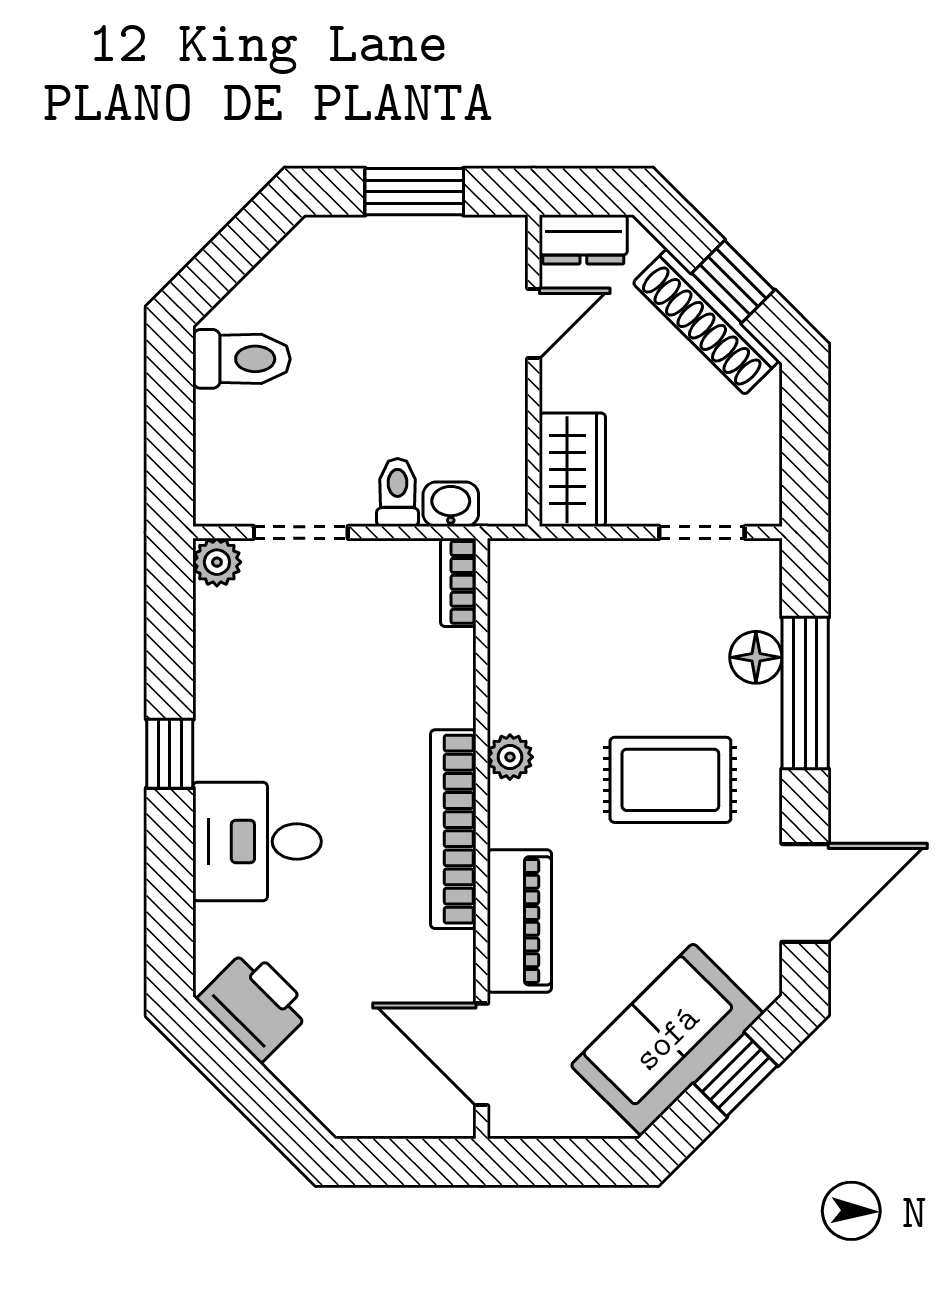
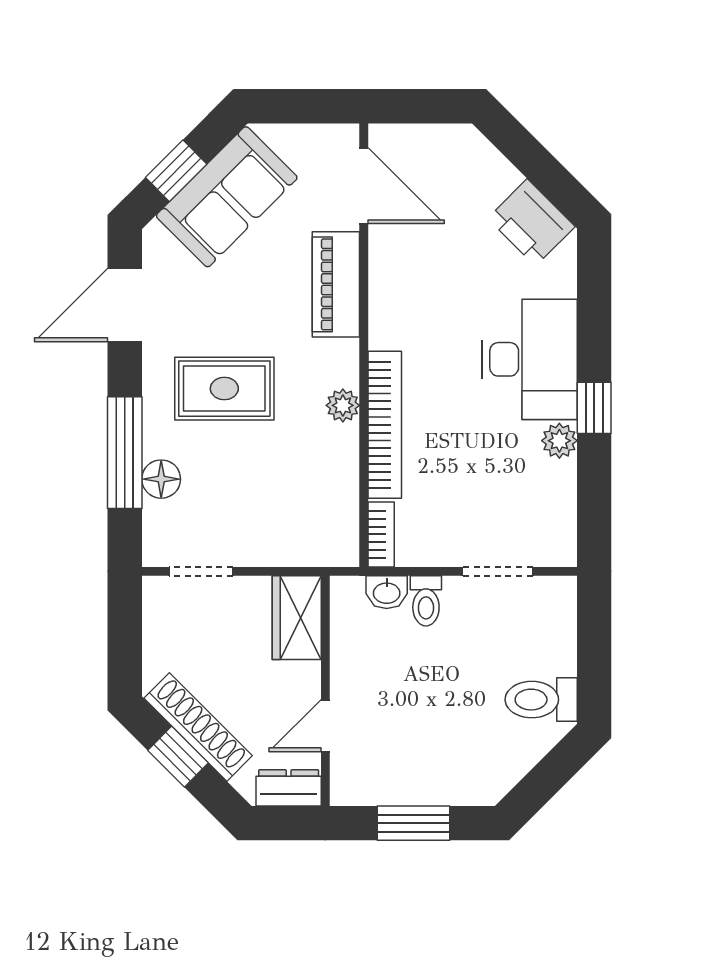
plant: (217, 562) -> (559, 441), moved
bookcase: (453, 829) -> (385, 425), moved
desk: (257, 842) -> (530, 359), width x1.37

